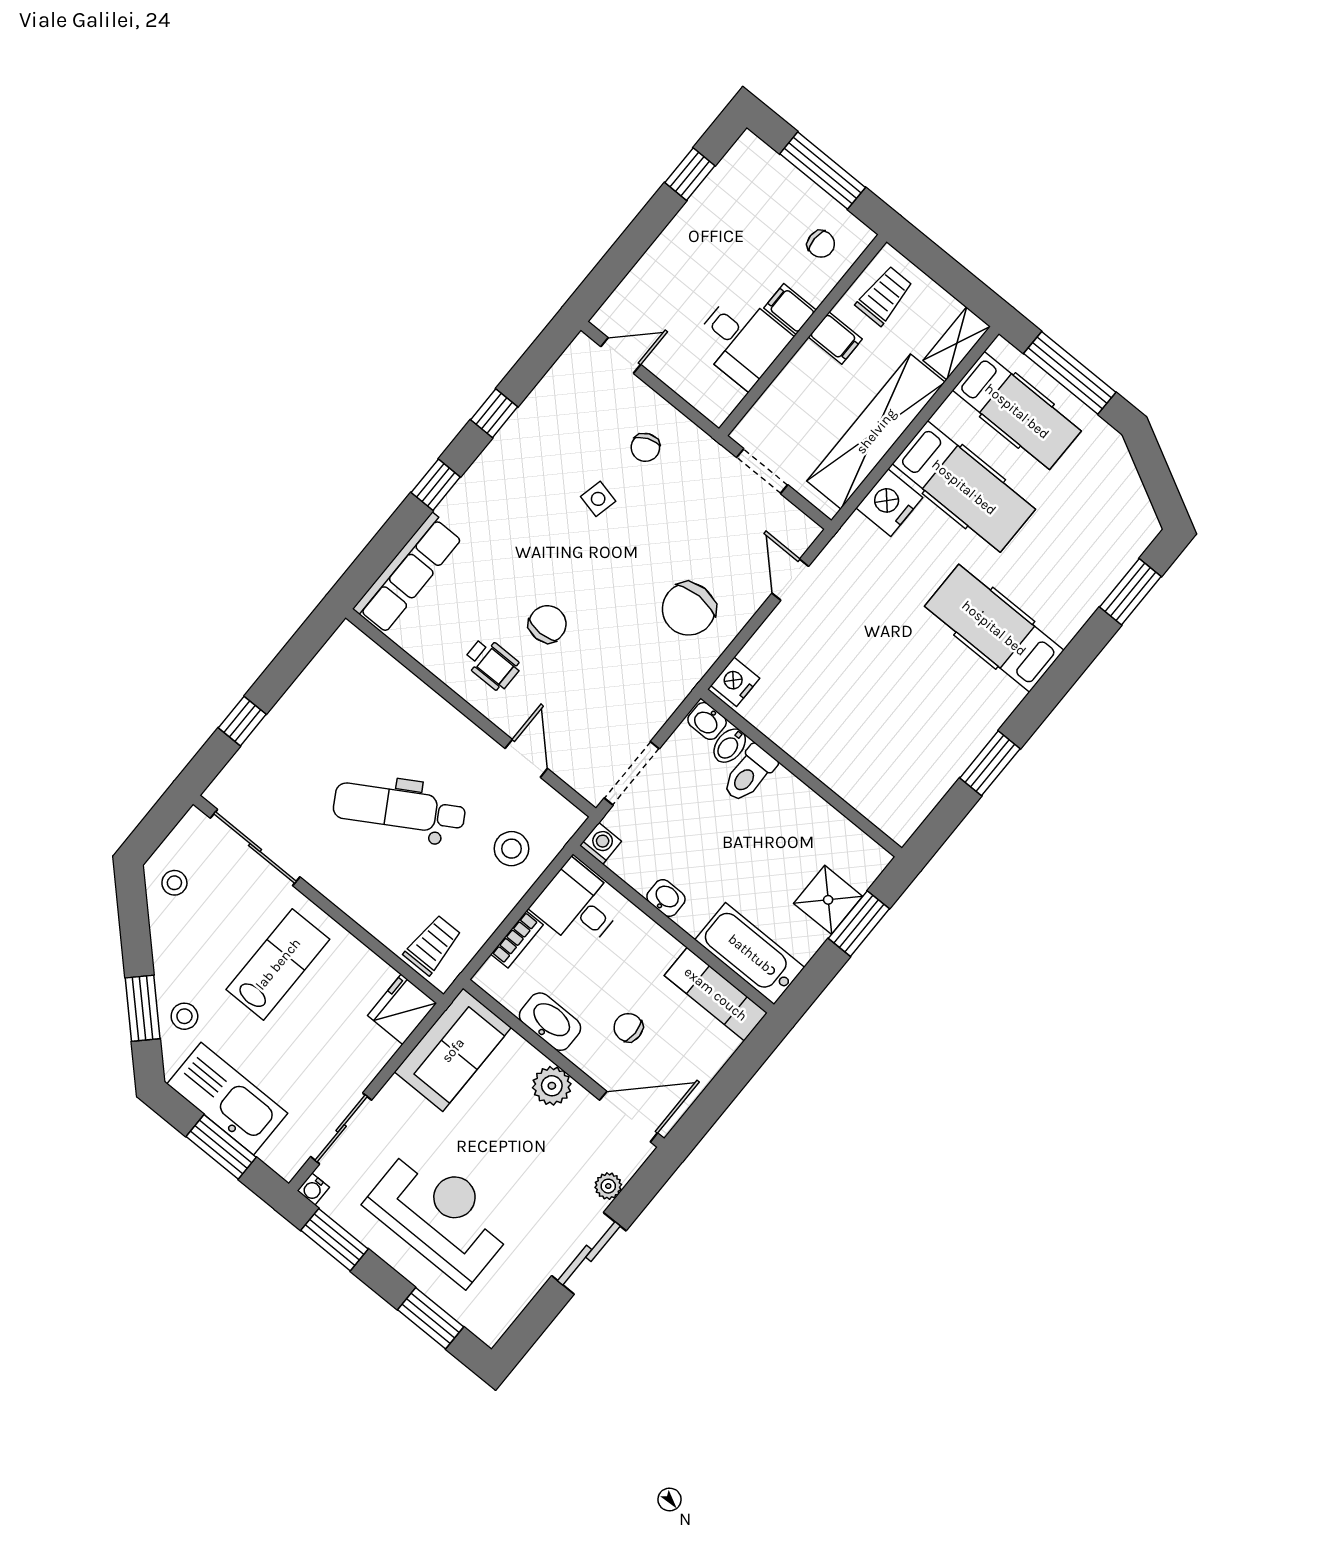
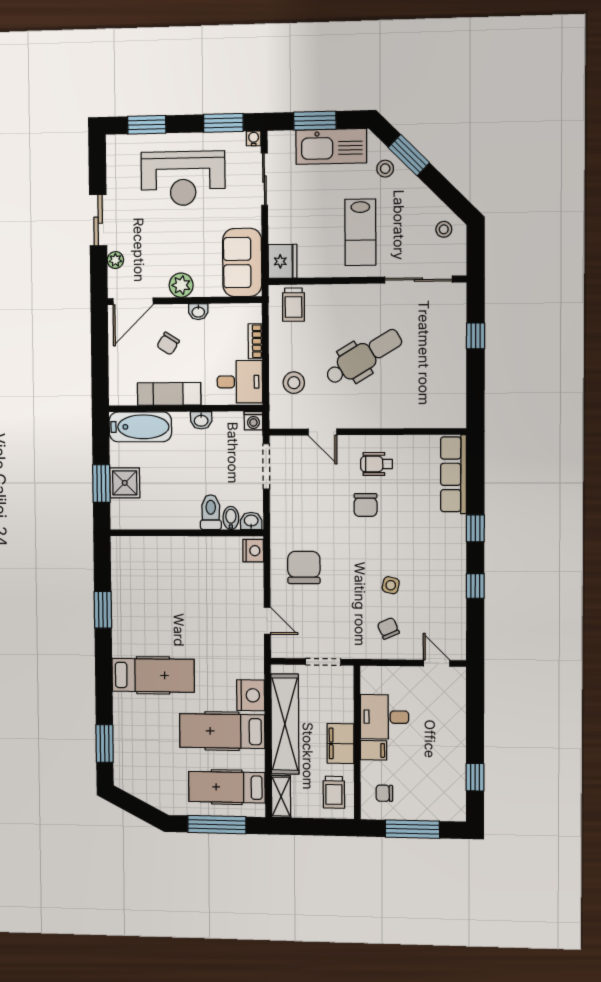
filing cabinet: (835, 338) -> (340, 744), width x2.00
door: (621, 355) -> (437, 663), swing flipped
exam couch: (716, 994) -> (169, 394), moved
washbasin: (550, 1022) -> (198, 312), width x0.52, depth x0.69
chair: (628, 1028) -> (168, 344), turned 122

